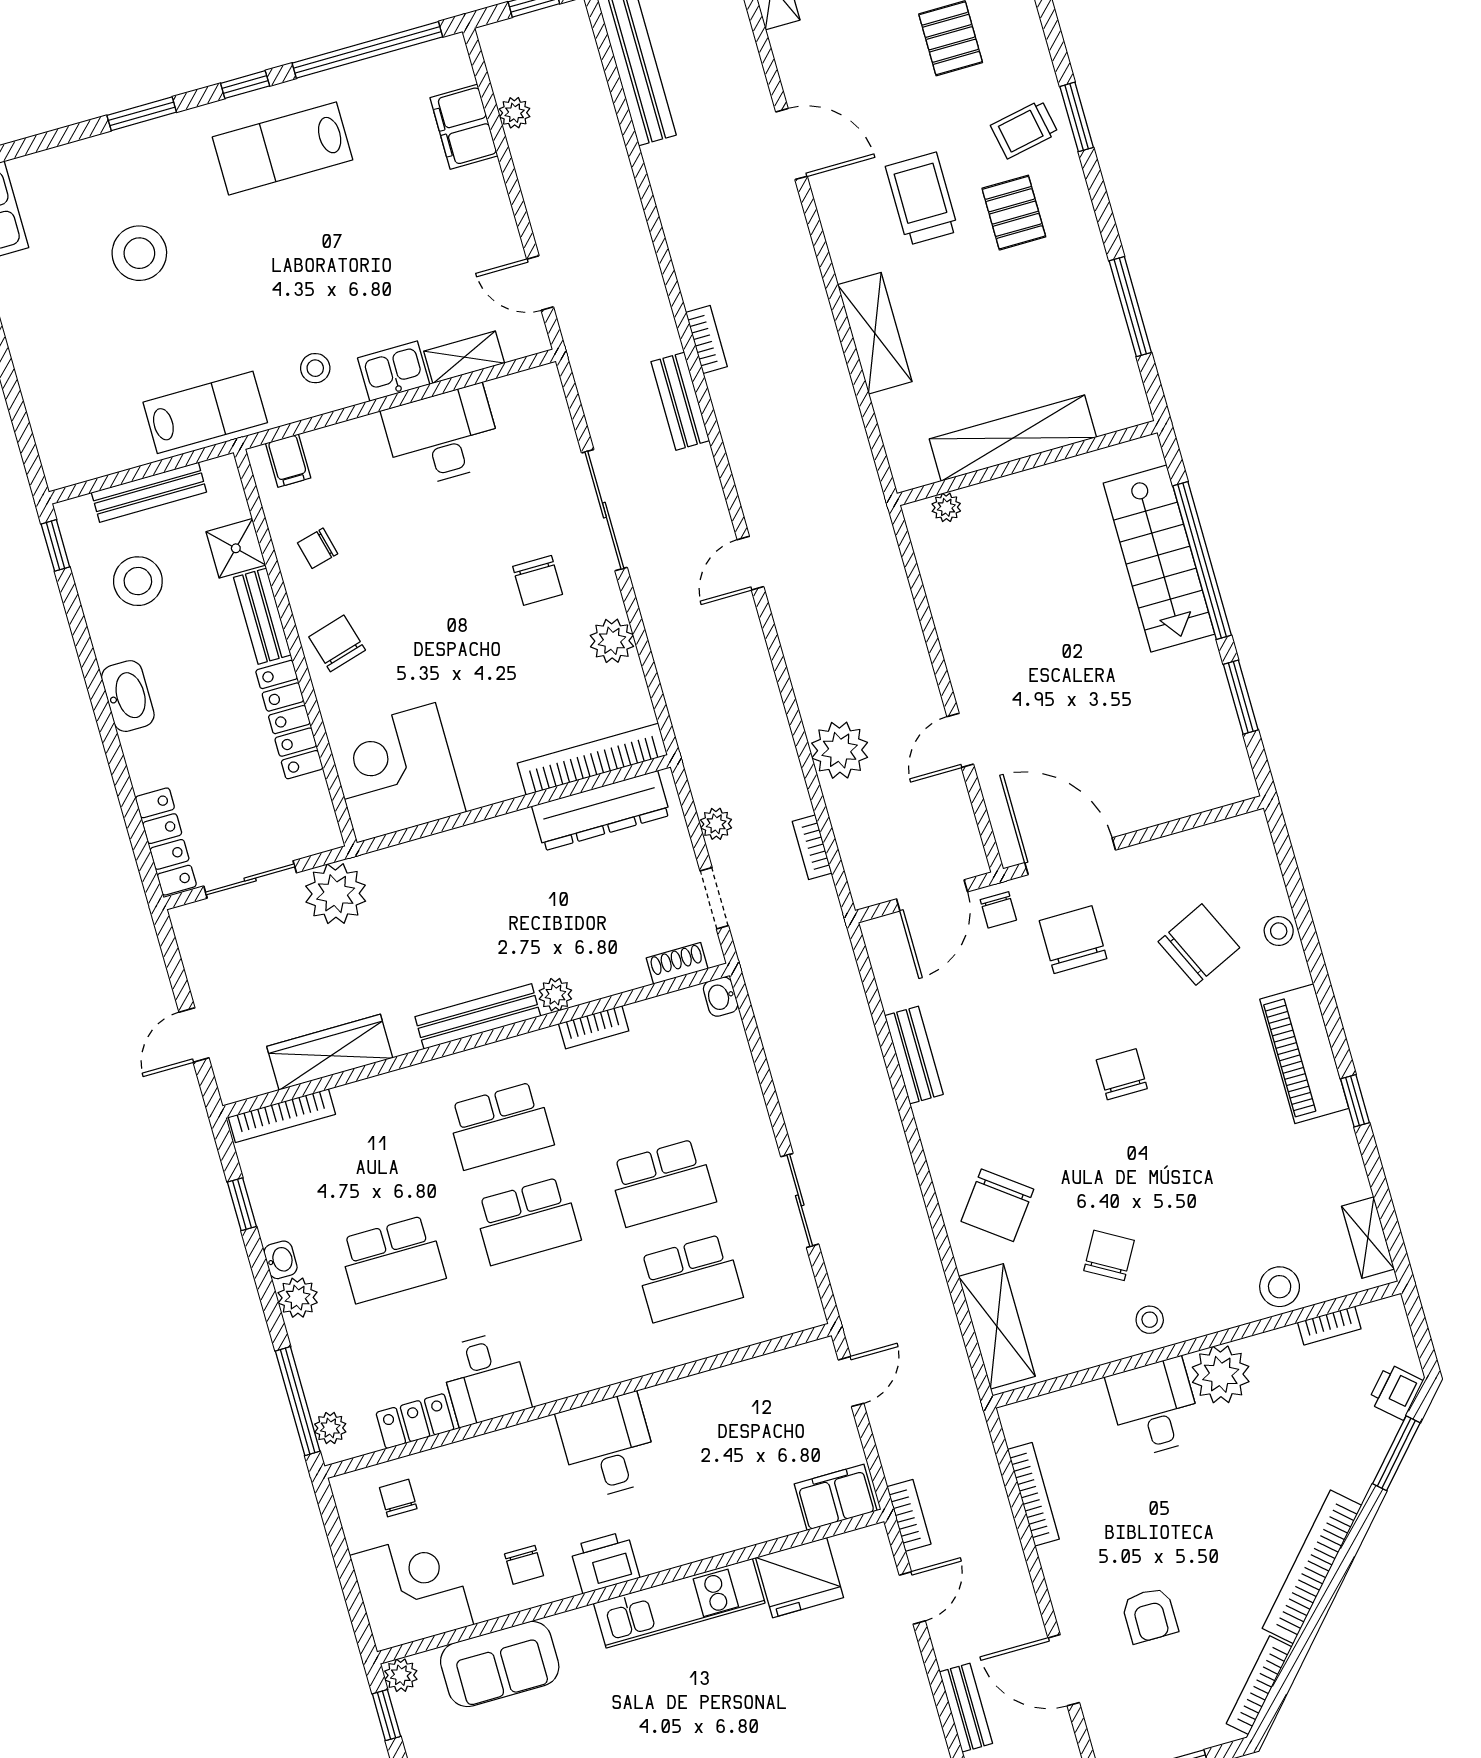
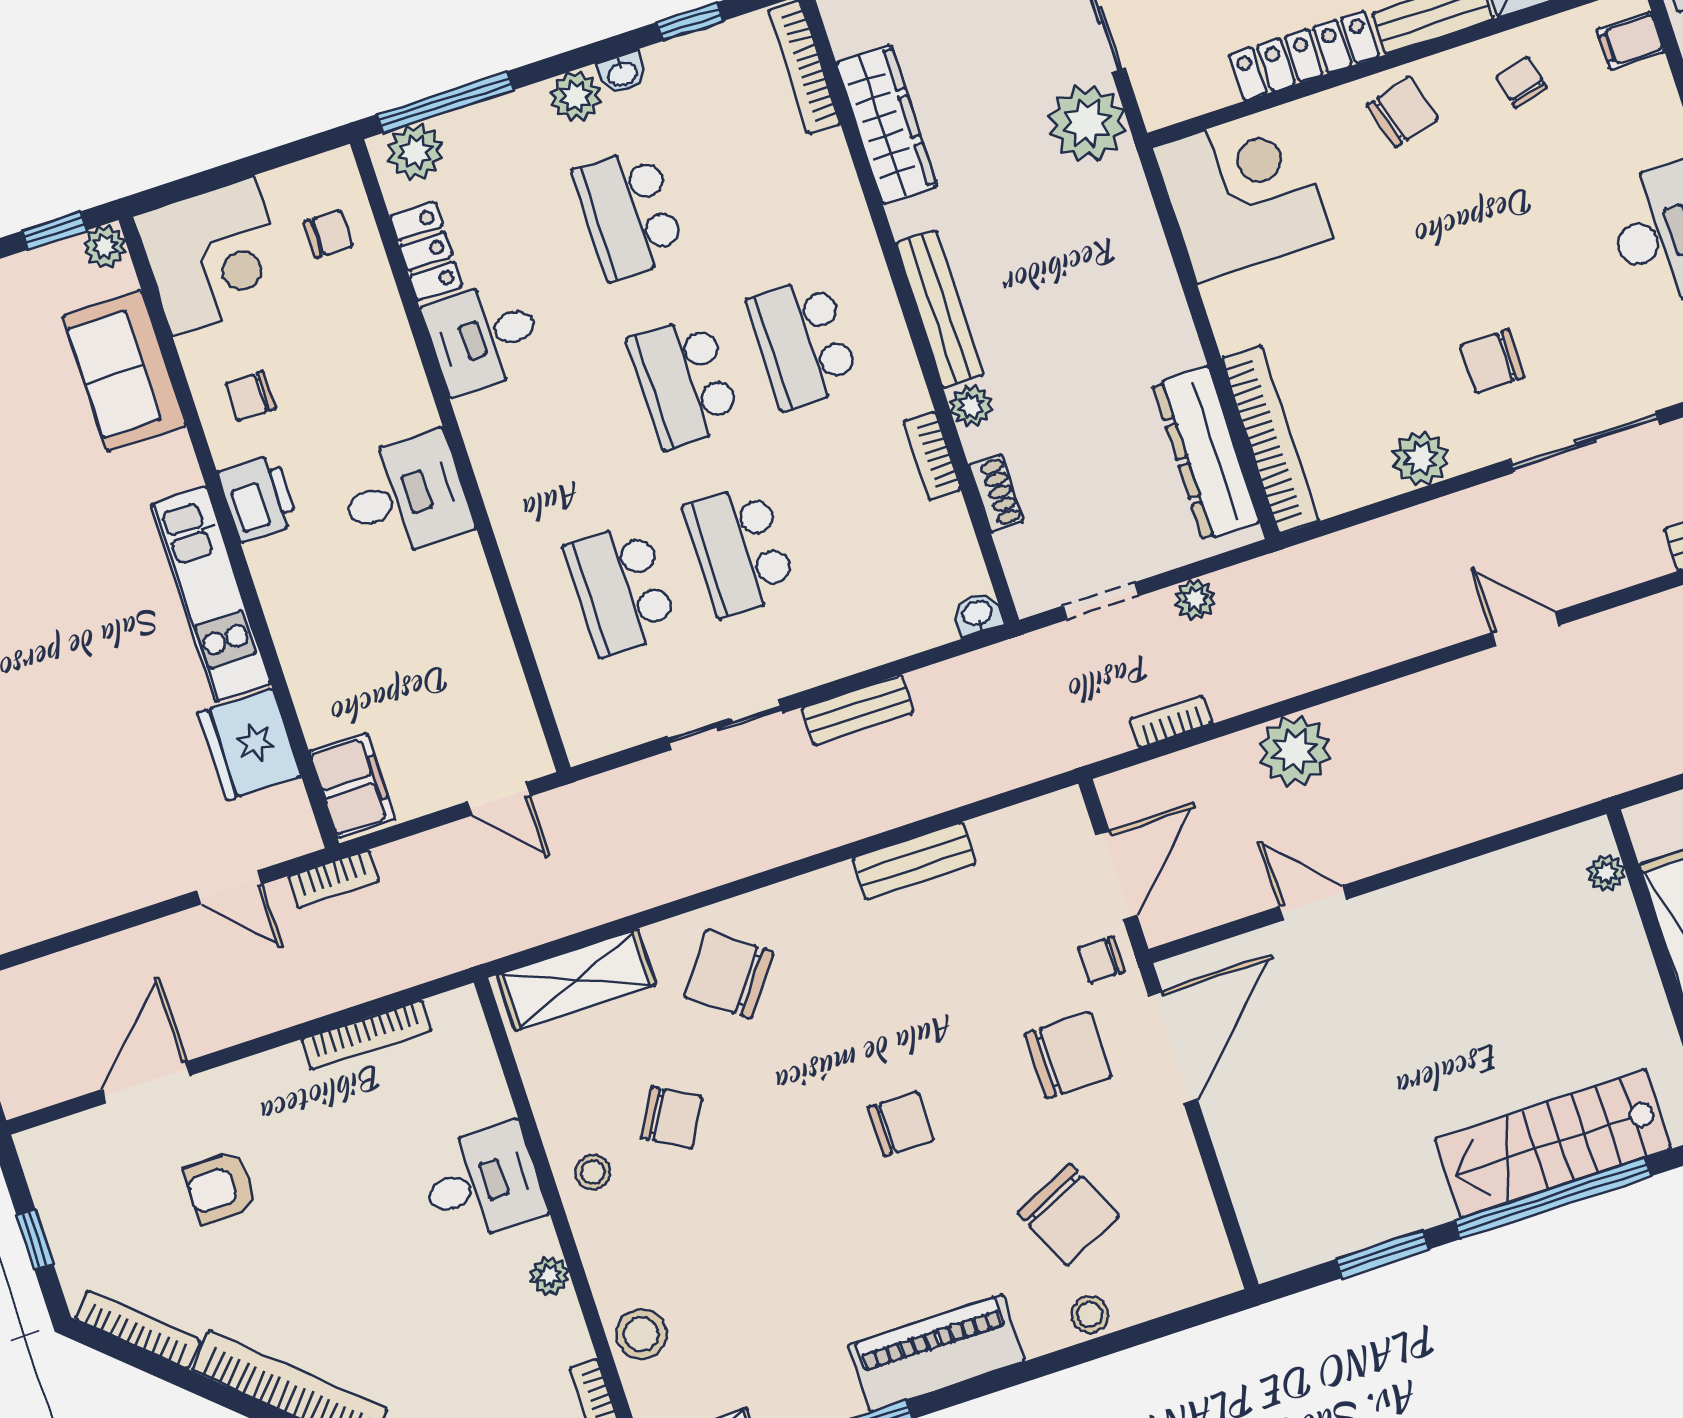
door: (932, 895) -> (1116, 875), swing flipped
shoe rack: (677, 963) -> (996, 493), moved
plant: (1221, 1374) -> (549, 1276), width x0.53, depth x0.53
plant: (330, 1428) -> (415, 152), width x1.38, depth x1.38
bench: (966, 1708) -> (858, 710), moved

